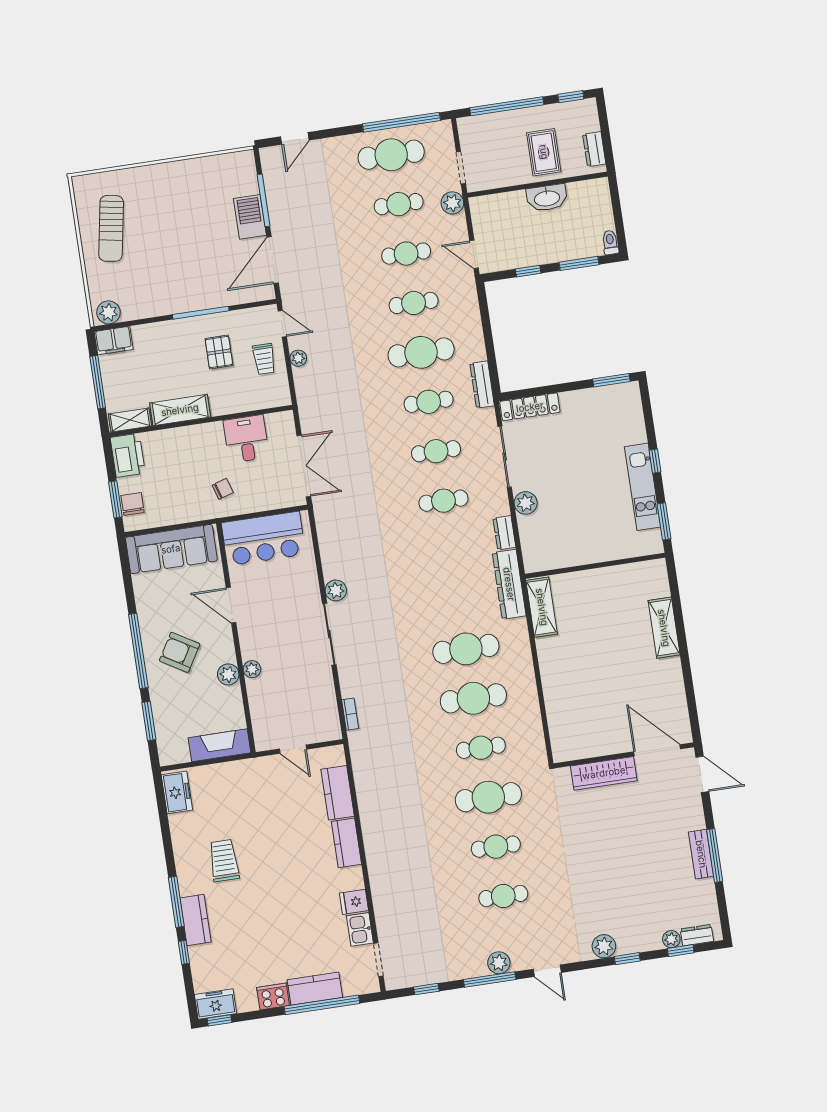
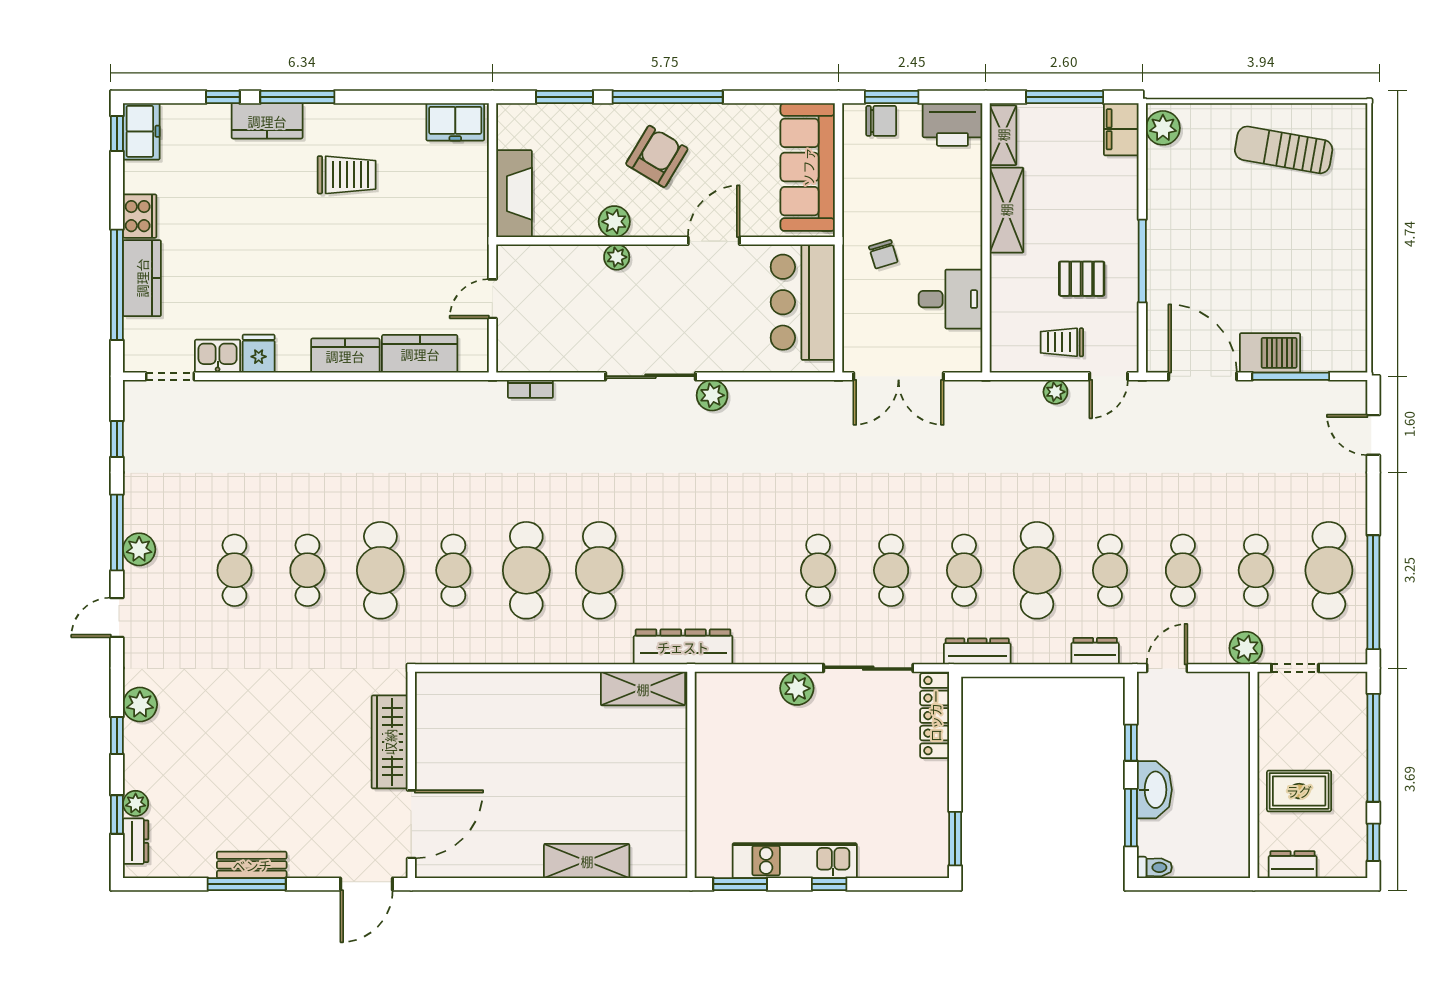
washbasin: (547, 198) -> (1154, 790), moved, turned 180
dresser: (504, 533) -> (1095, 651), moved

